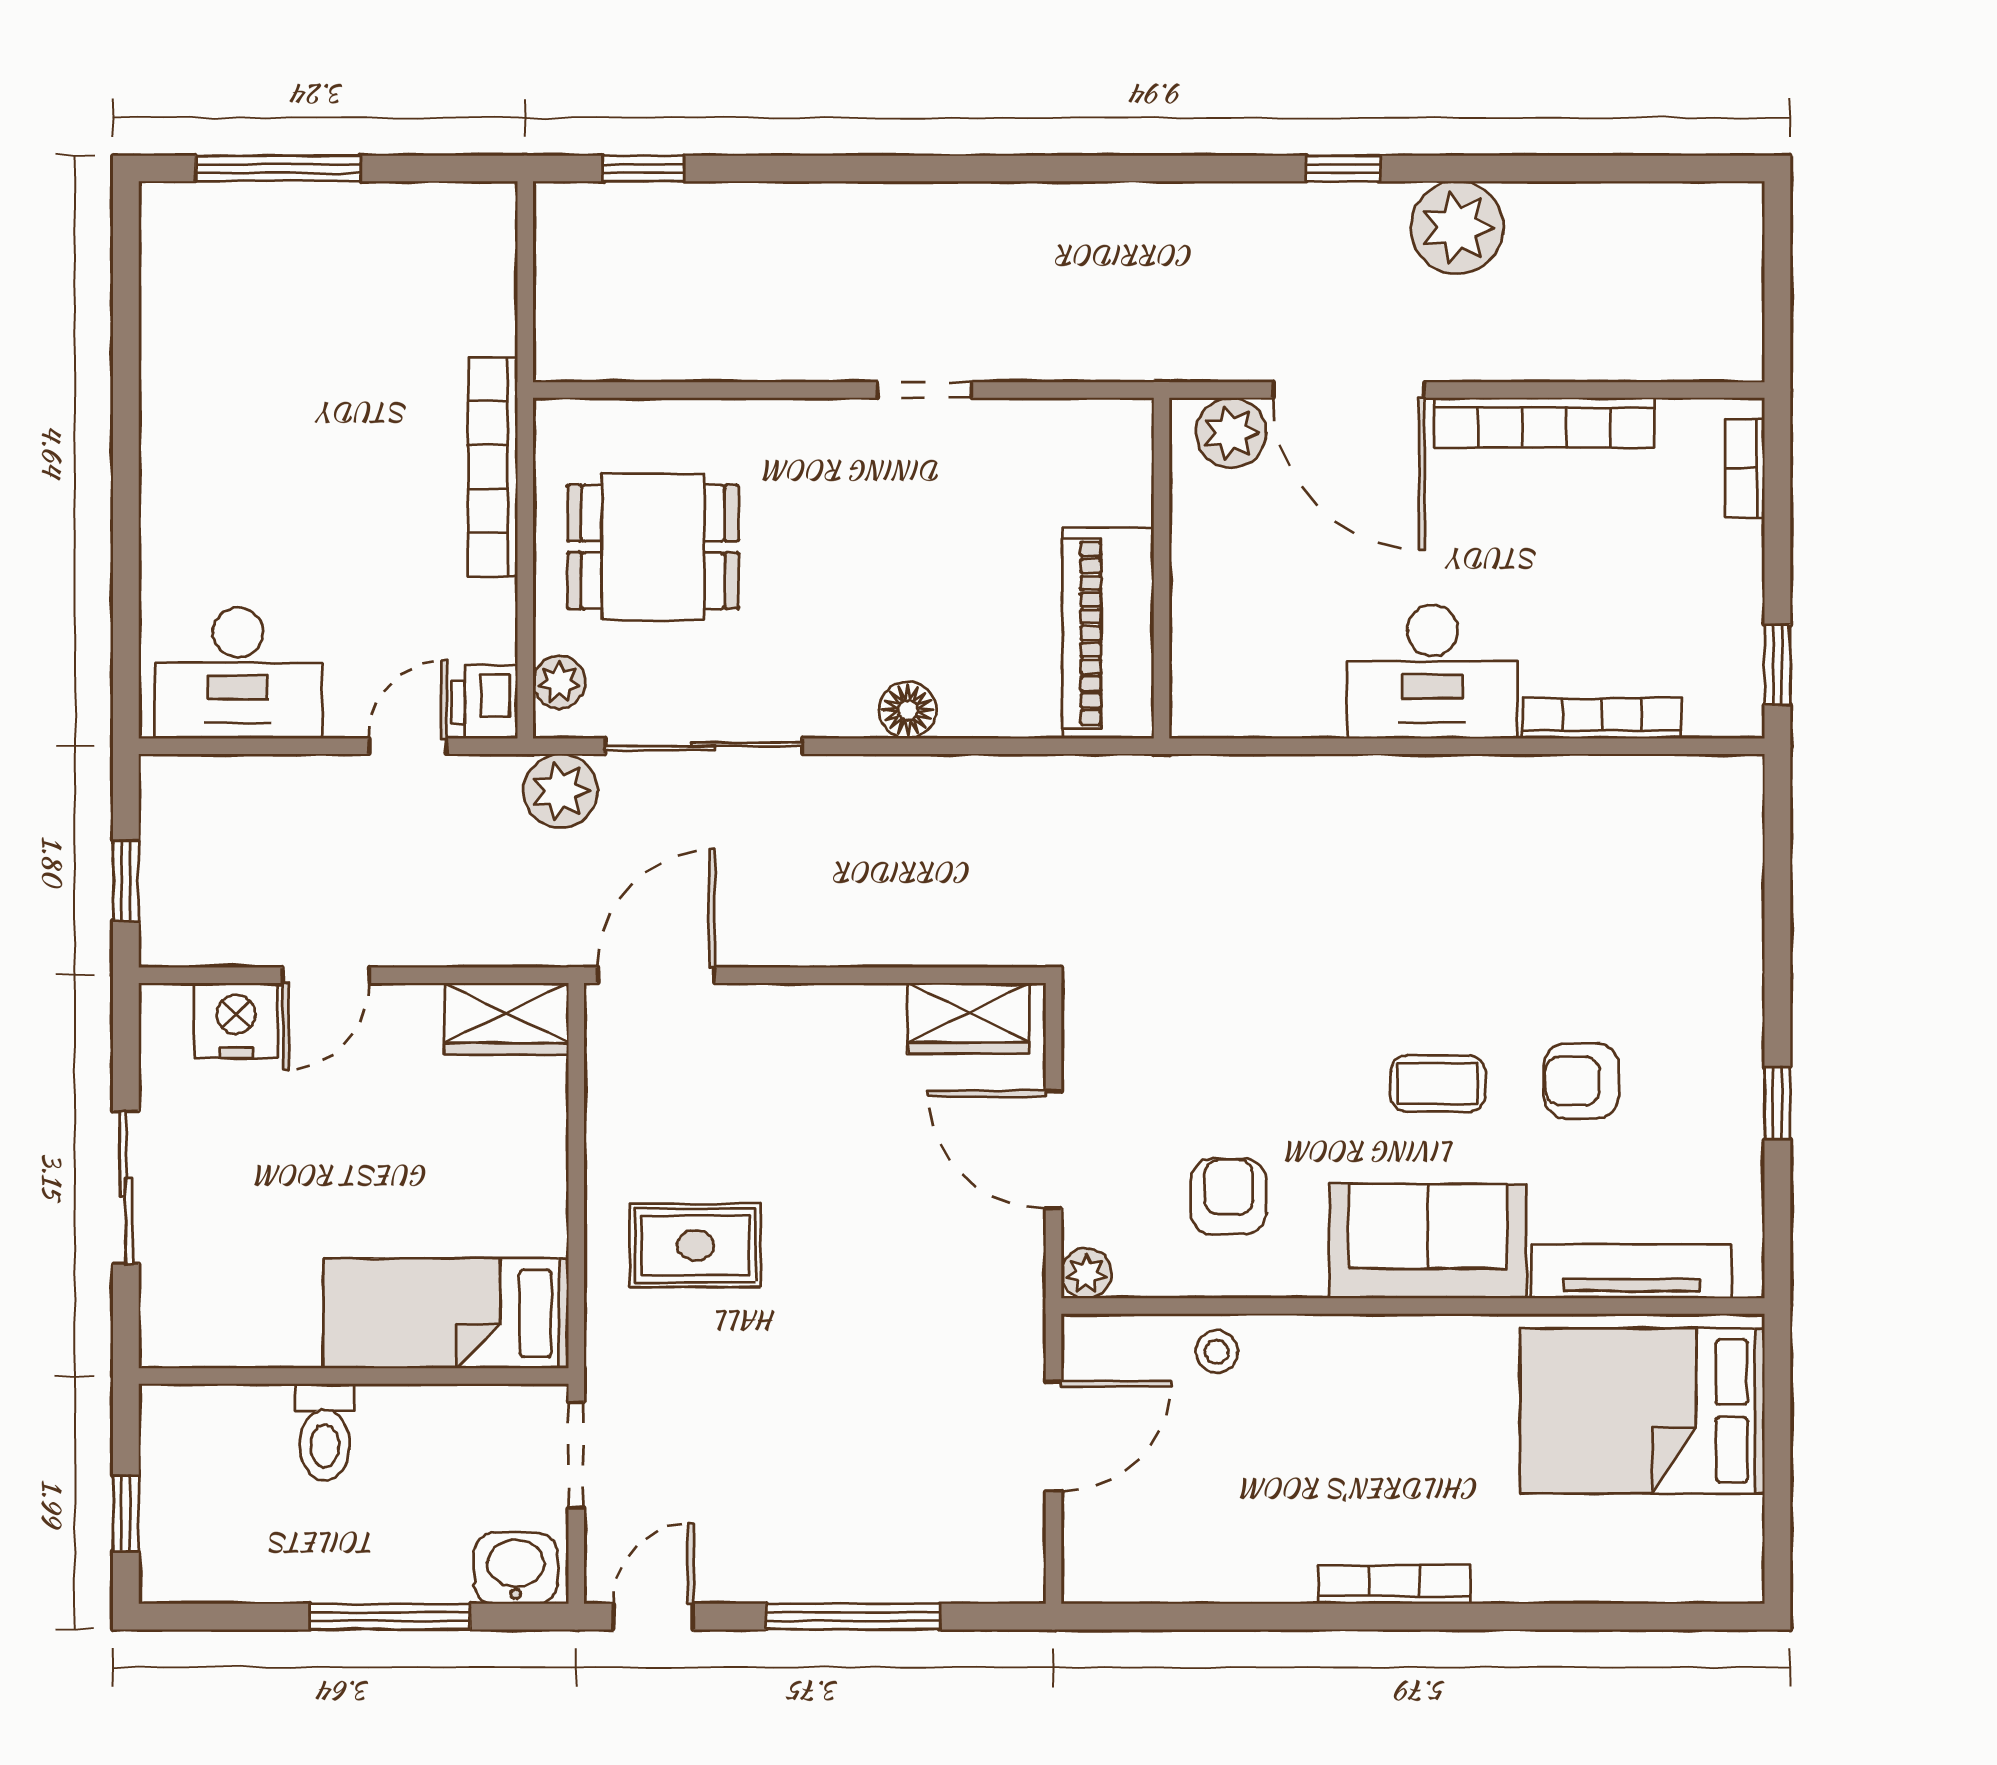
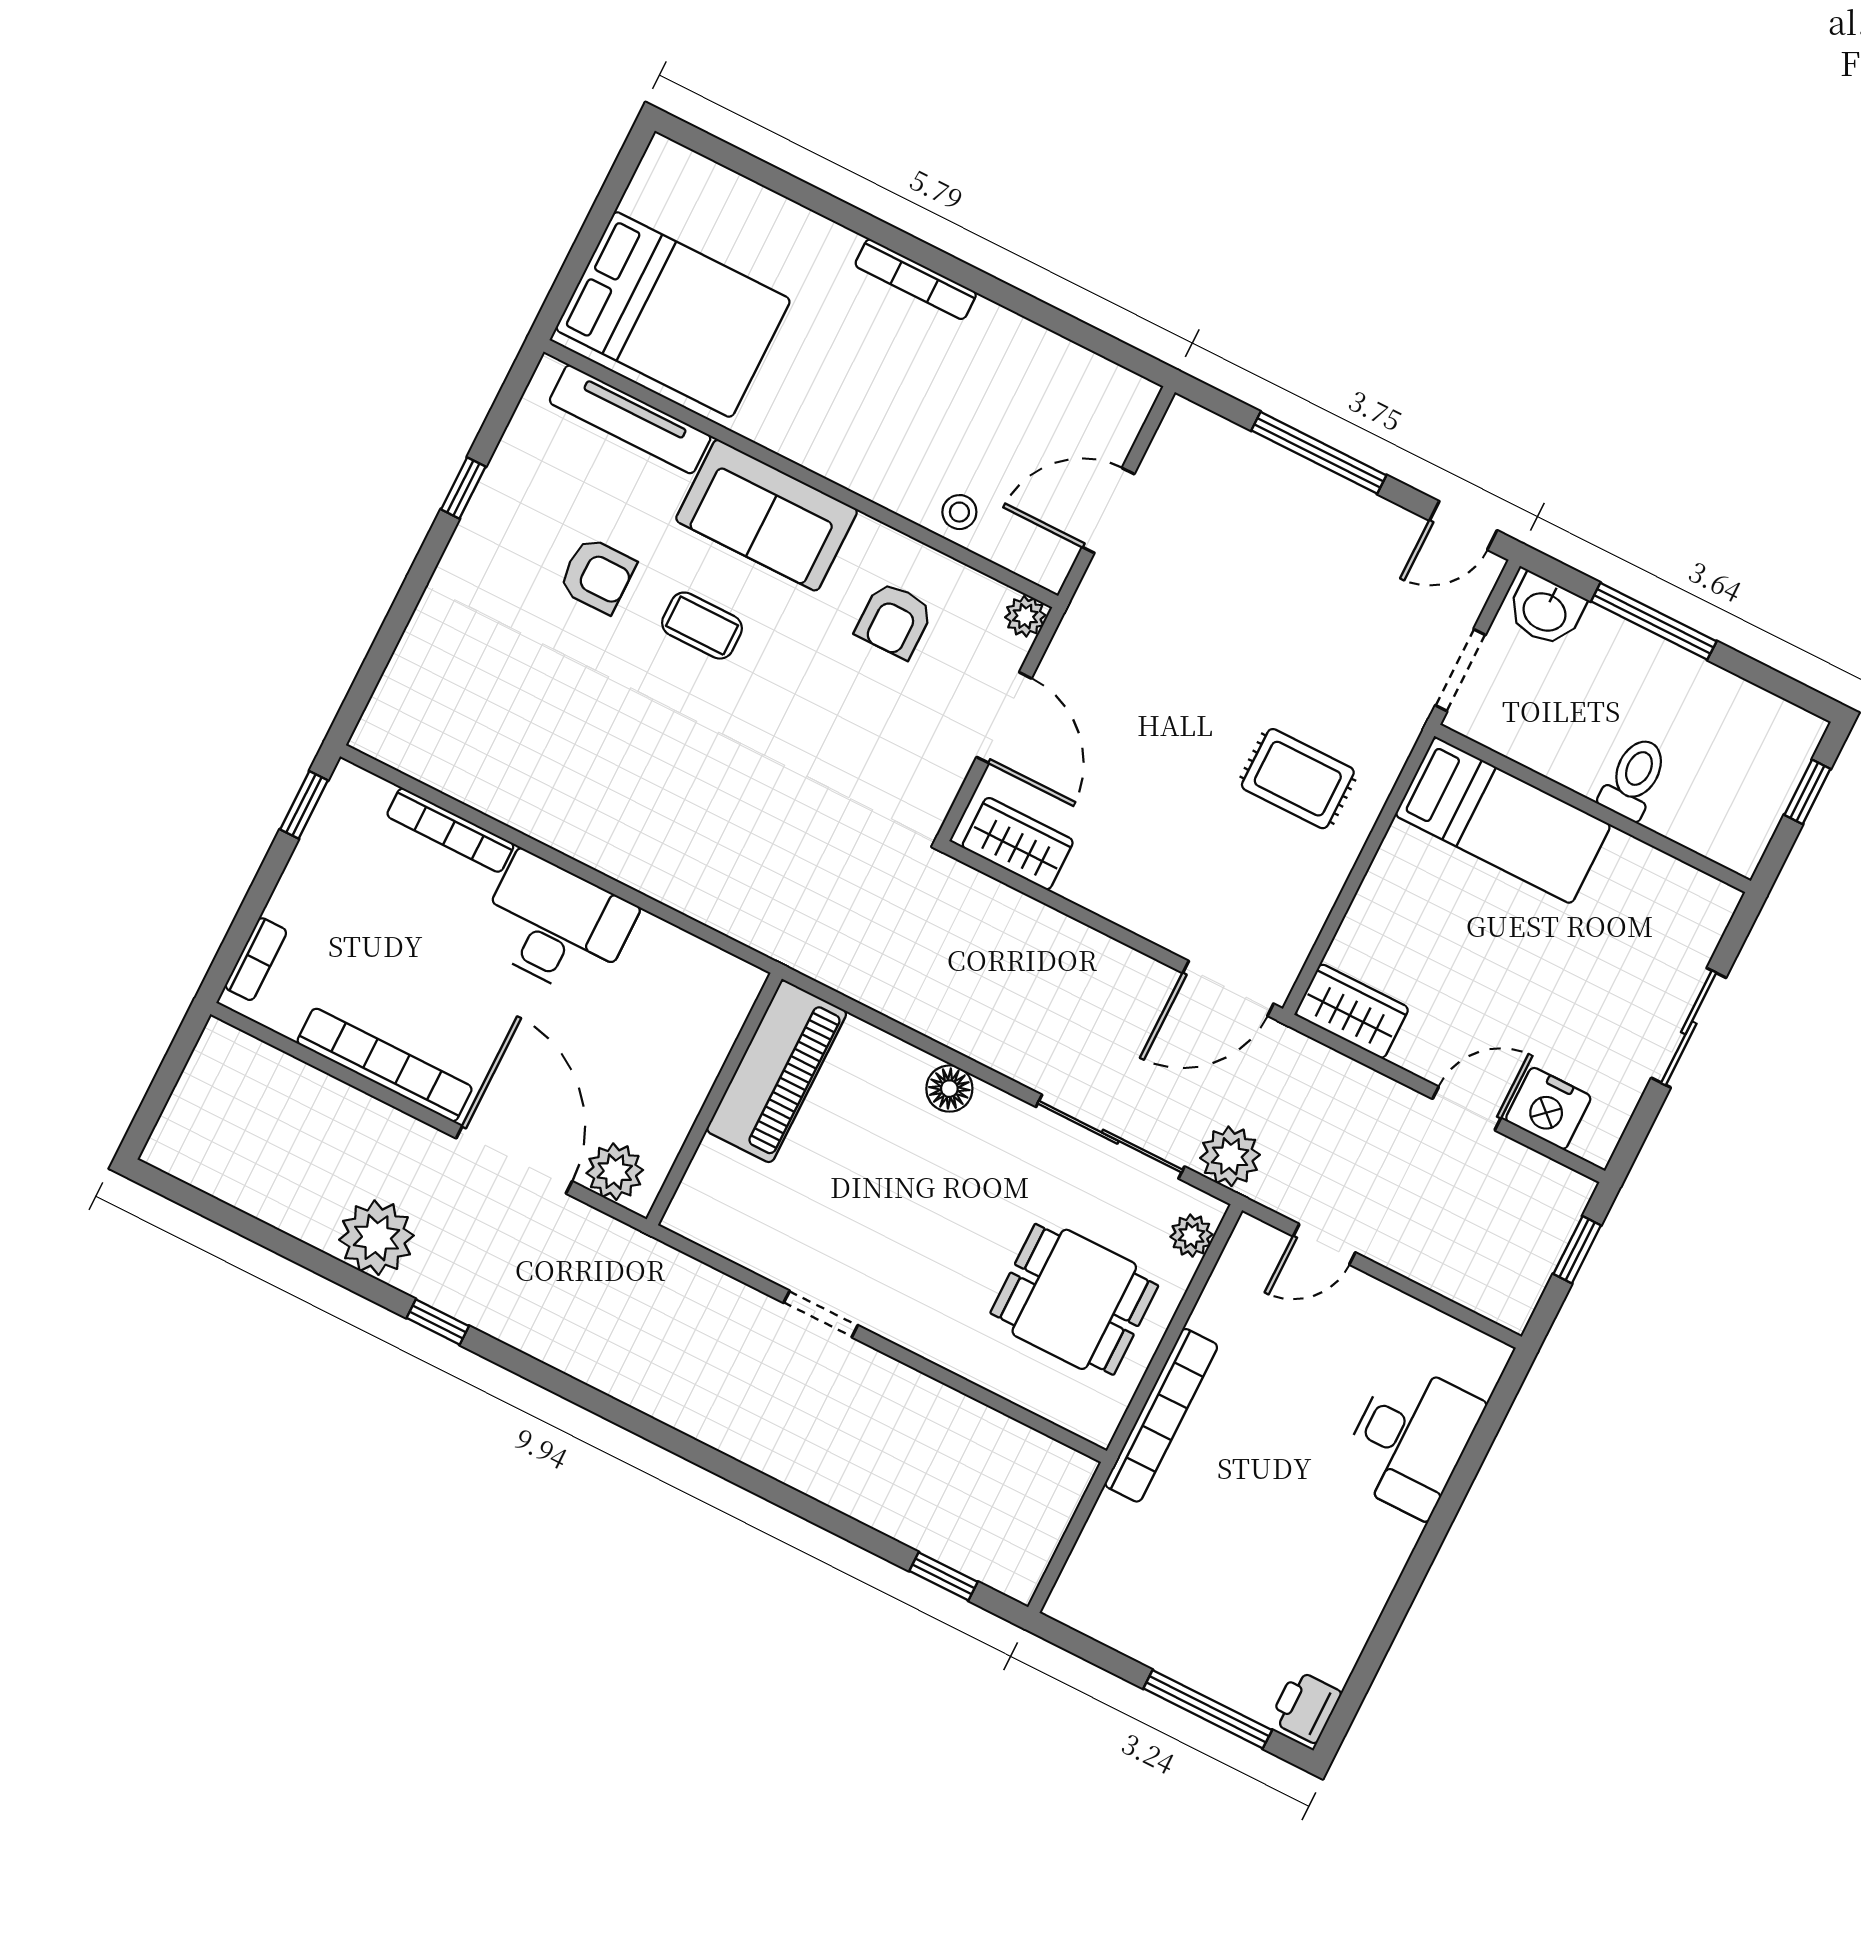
desk: (238, 673) -> (1411, 1440), moved, turned 90
printer: (484, 702) -> (1306, 1707), moved, turned 180

